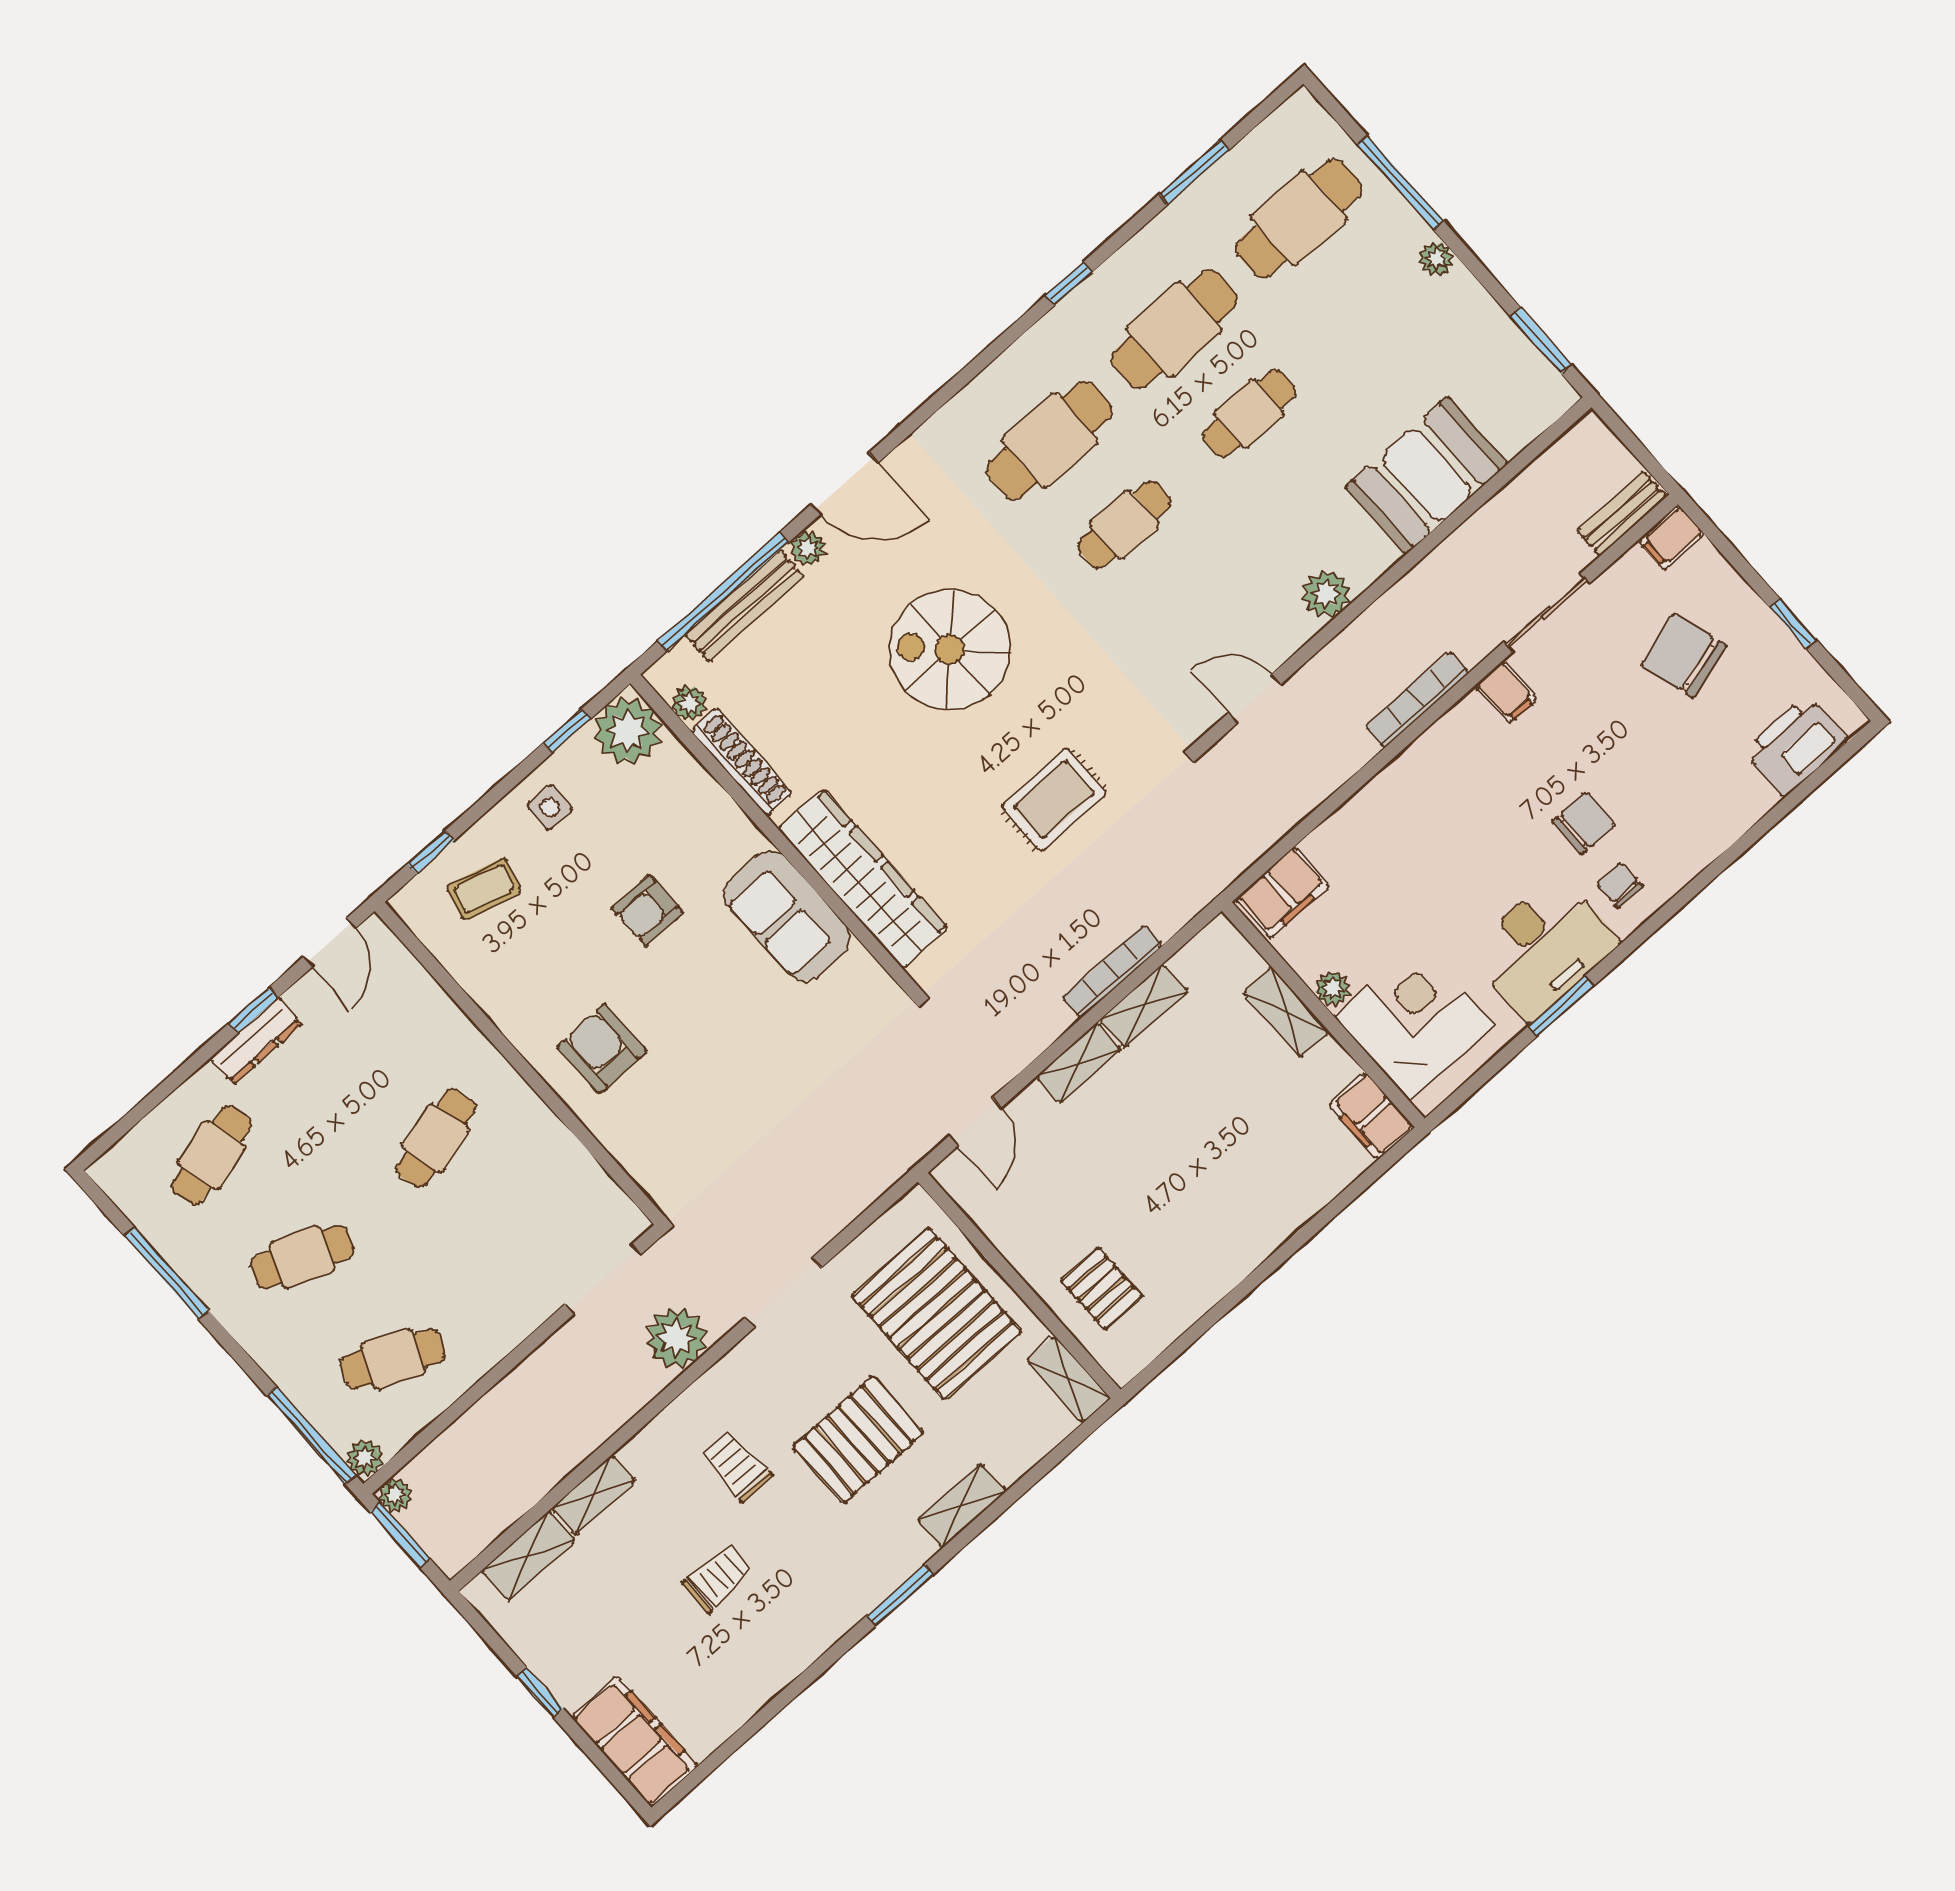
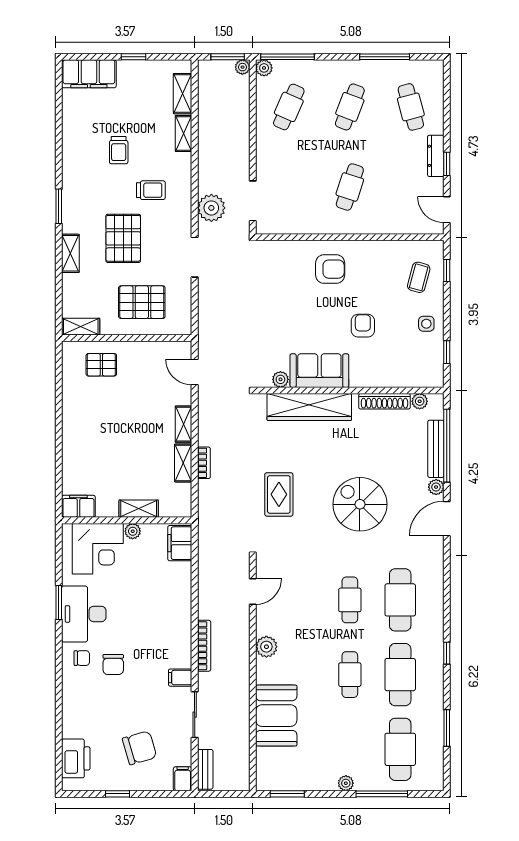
spiral stairs: (950, 650) -> (360, 504), turned -90
plant: (628, 731) -> (280, 379), moved, width x0.53, depth x0.53
bookcase: (1113, 972) -> (204, 463), width x0.64
cafe table: (436, 1138) -> (350, 187), turned 33
pallet: (937, 1314) -> (142, 302), width x0.73, depth x0.71

